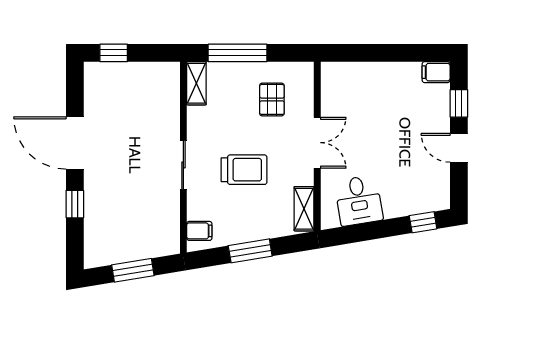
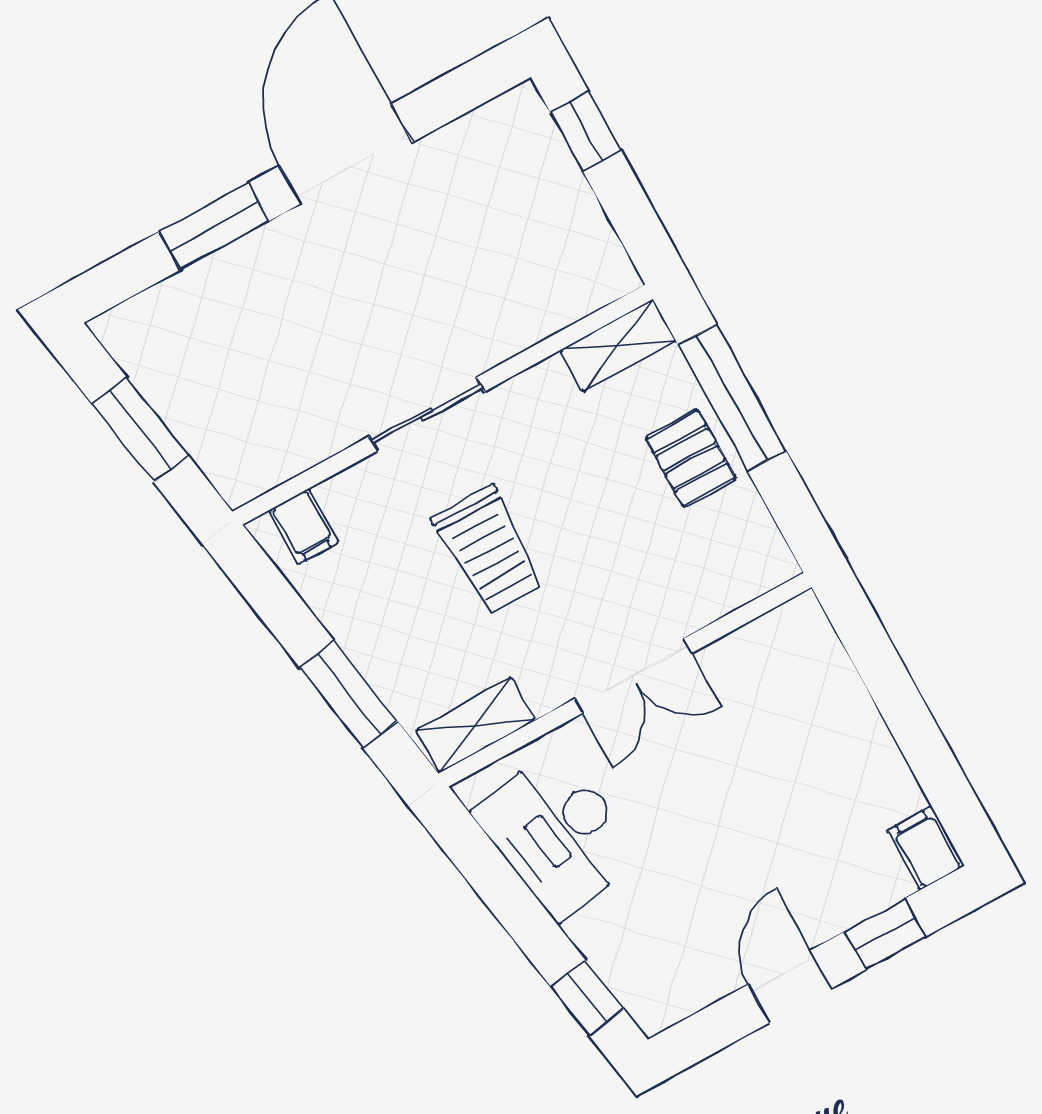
pallet: (272, 99) -> (691, 458), moved, turned 90
desk: (359, 201) -> (558, 834), width x1.37
window: (75, 204) -> (214, 226), width x1.50
window: (250, 251) -> (348, 694), moved

